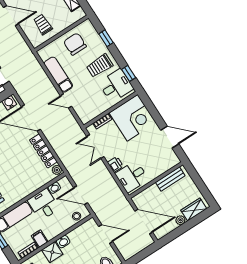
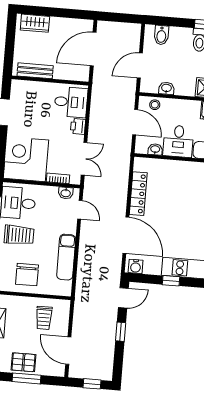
door: (66, 101) -> (80, 210), moved
washbasin: (90, 116) -> (66, 193), added
plant: (57, 170) -> (139, 165), removed
plant: (180, 220) -> (56, 23), removed
door: (144, 222) -> (93, 49), hinge flipped
door: (106, 234) -> (140, 66), hinge flipped
washbasin: (63, 242) -> (166, 88), moved

